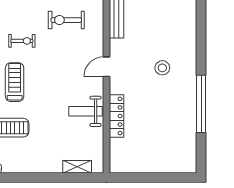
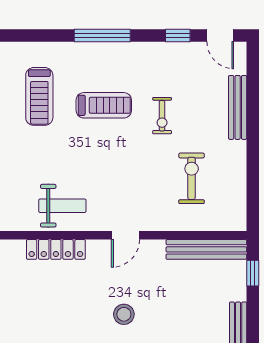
door: (106, 67) -> (125, 235), swing flipped
weight bench: (86, 111) -> (62, 206), turned 90

